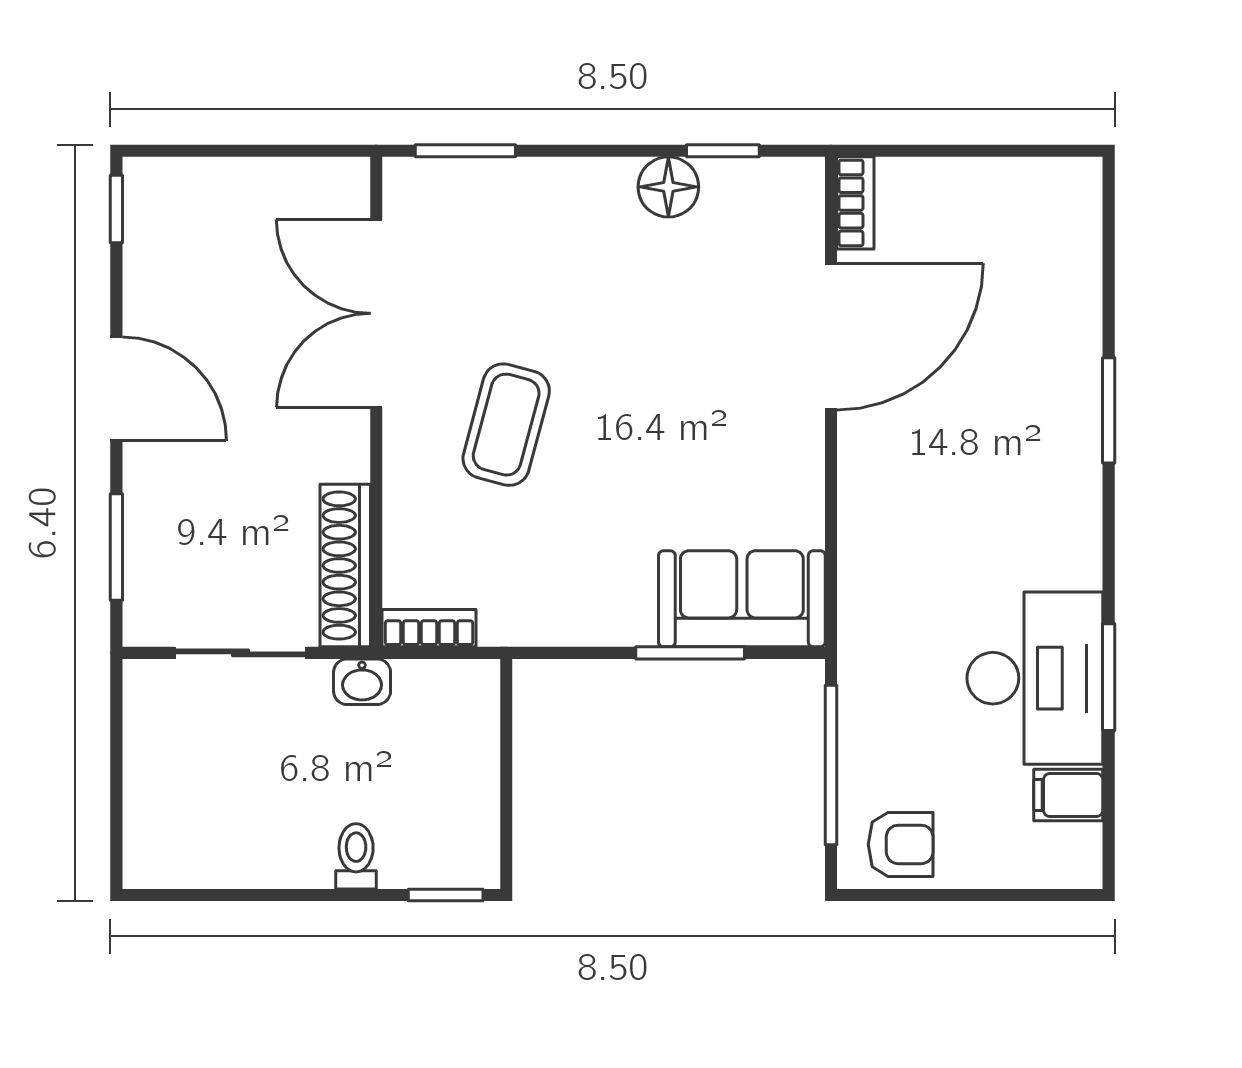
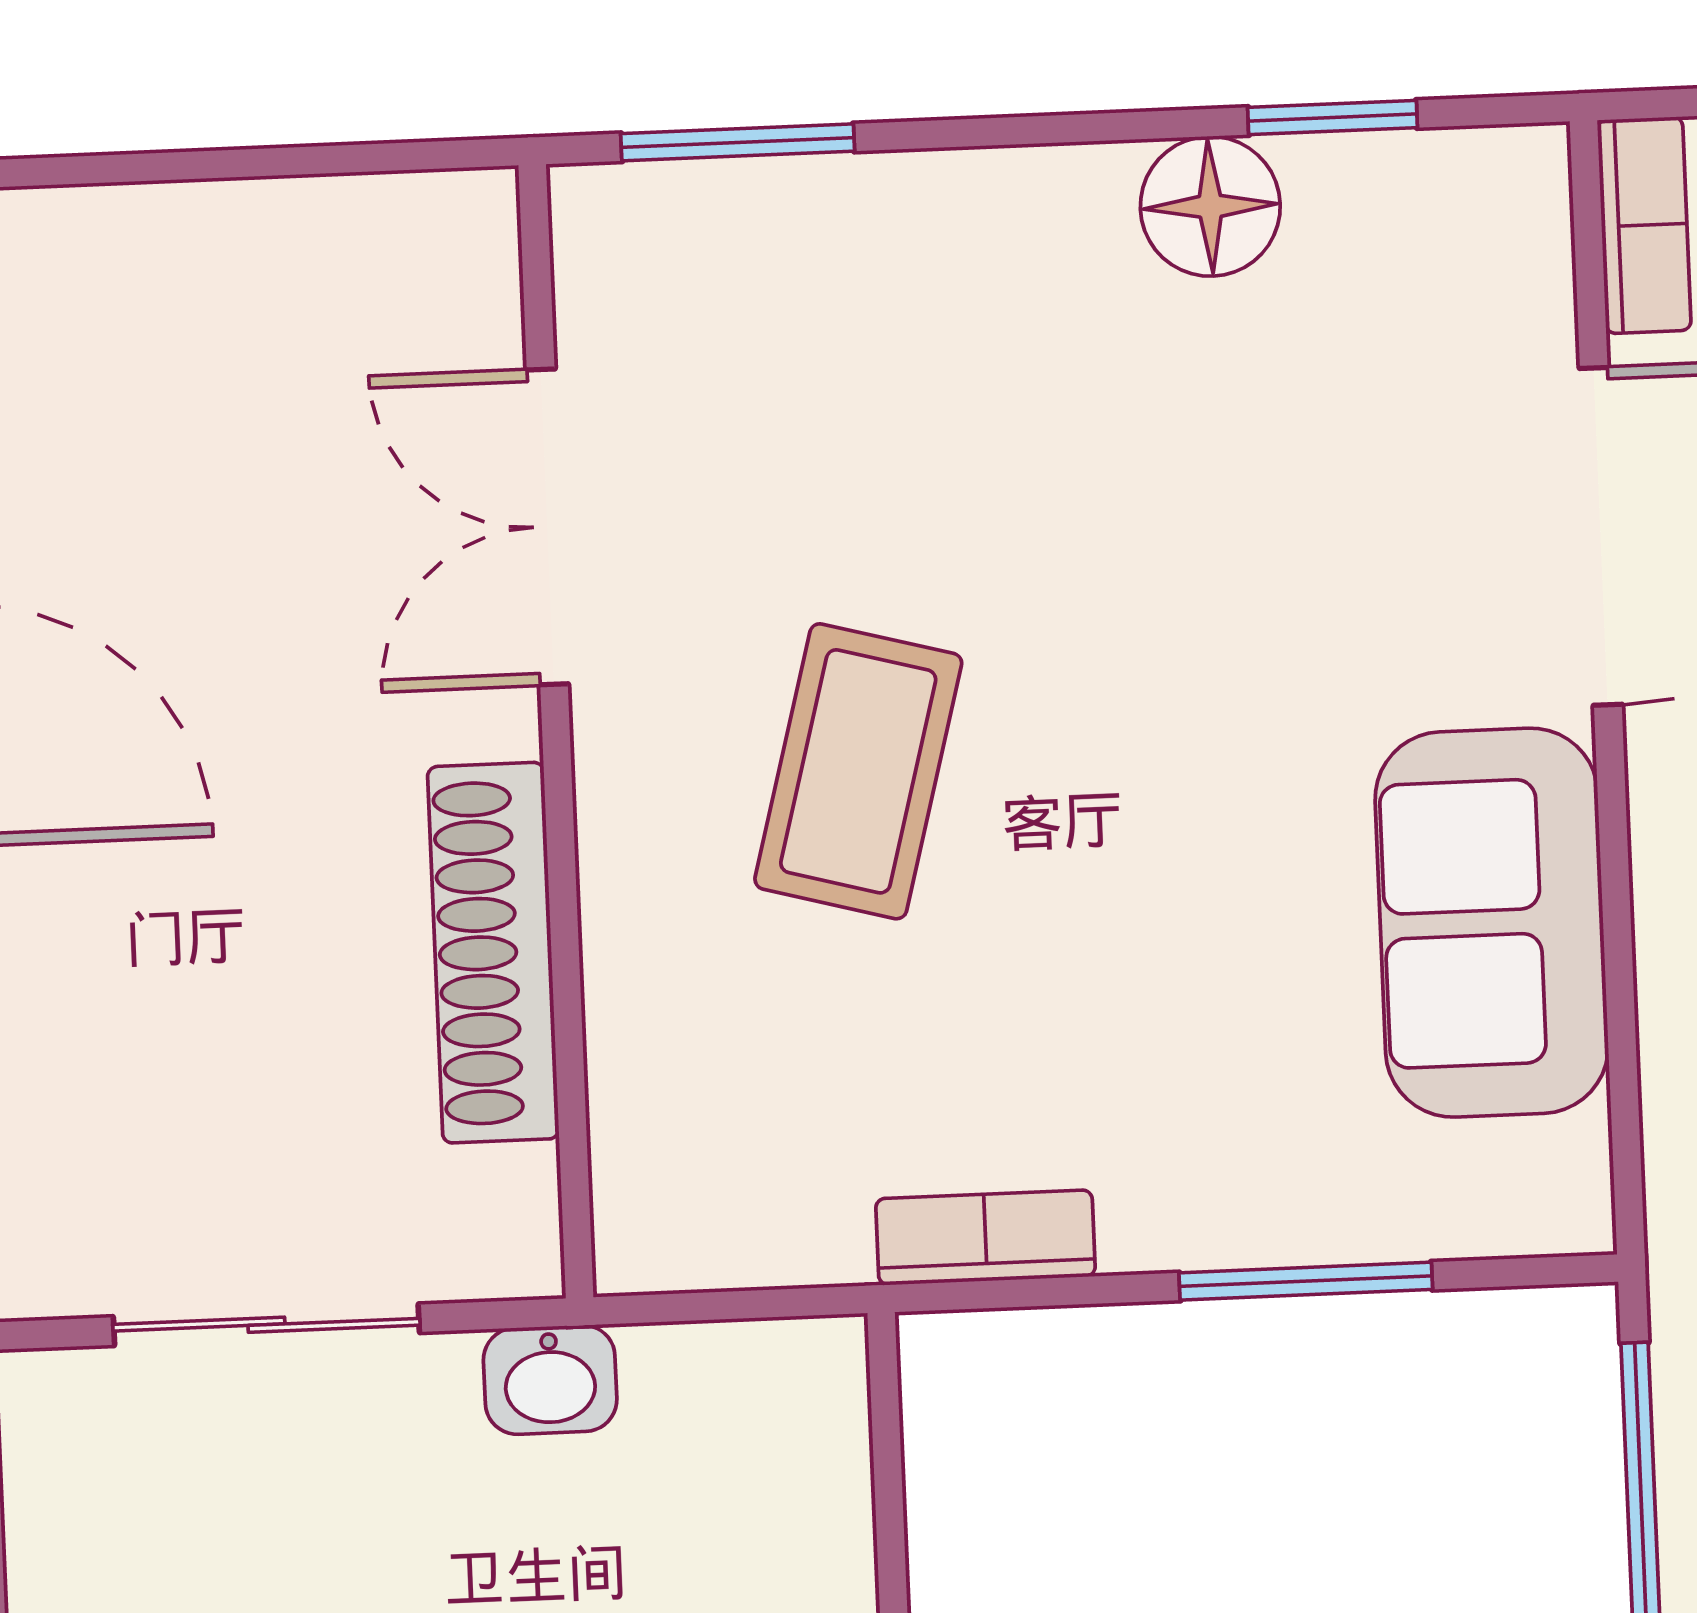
double door: (376, 313) -> (547, 527), width x0.73
shoe rack: (345, 566) -> (493, 953), moved
sofa: (742, 599) -> (1492, 923), moved, turned -90
bookcase: (429, 628) -> (985, 1237), moved

